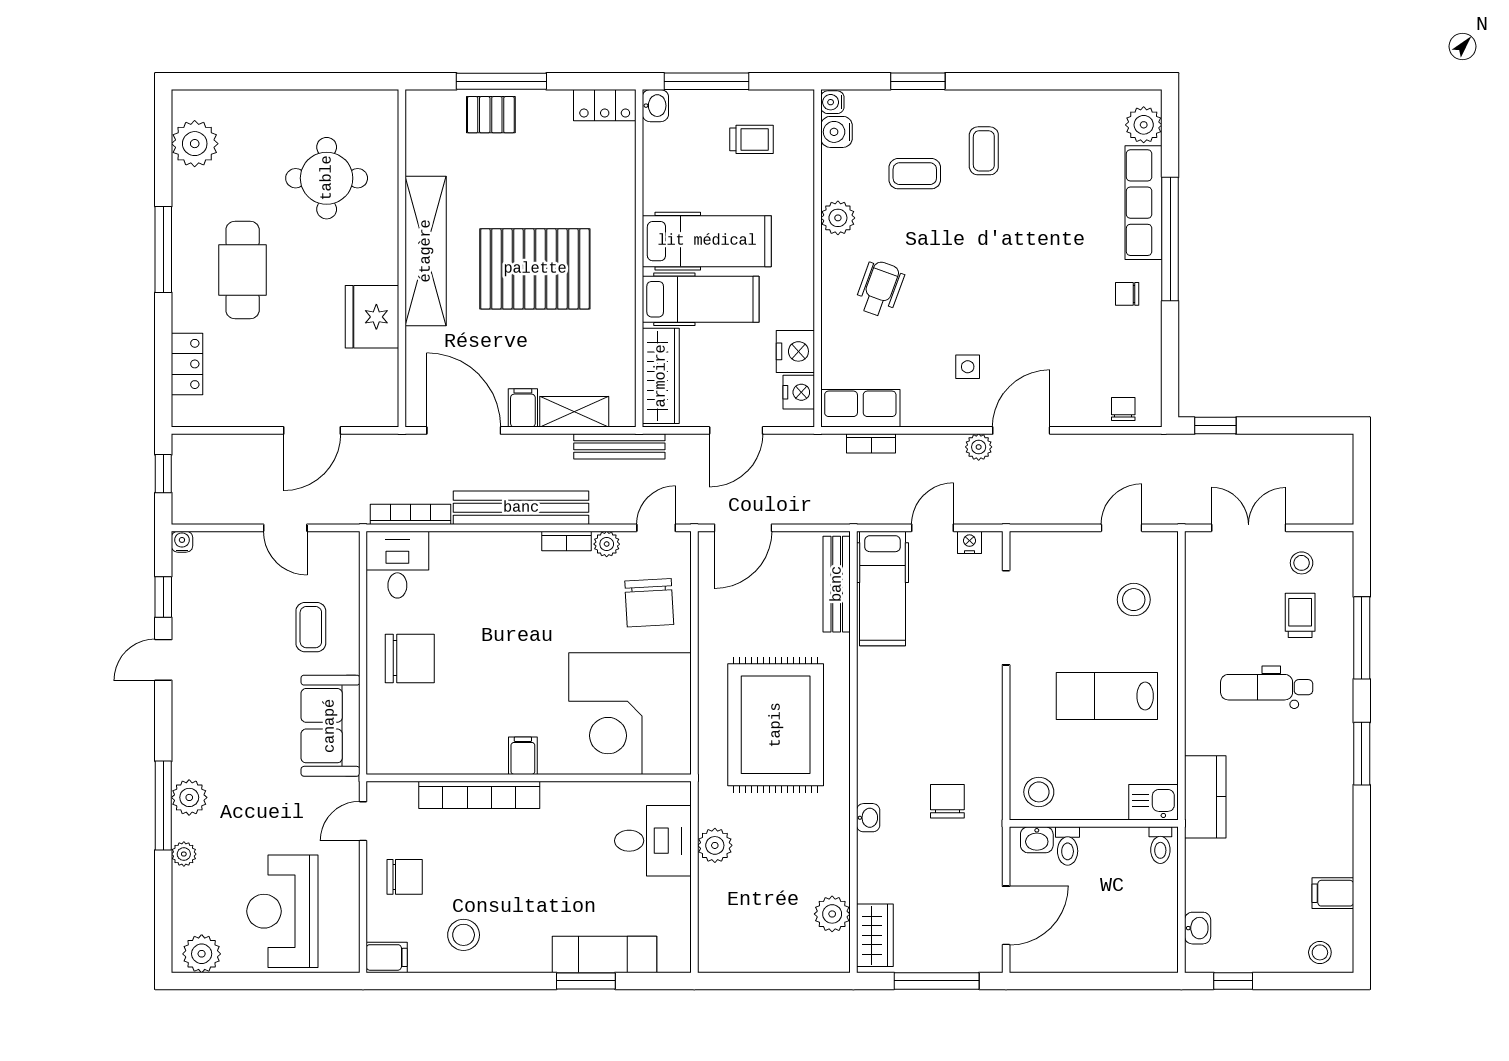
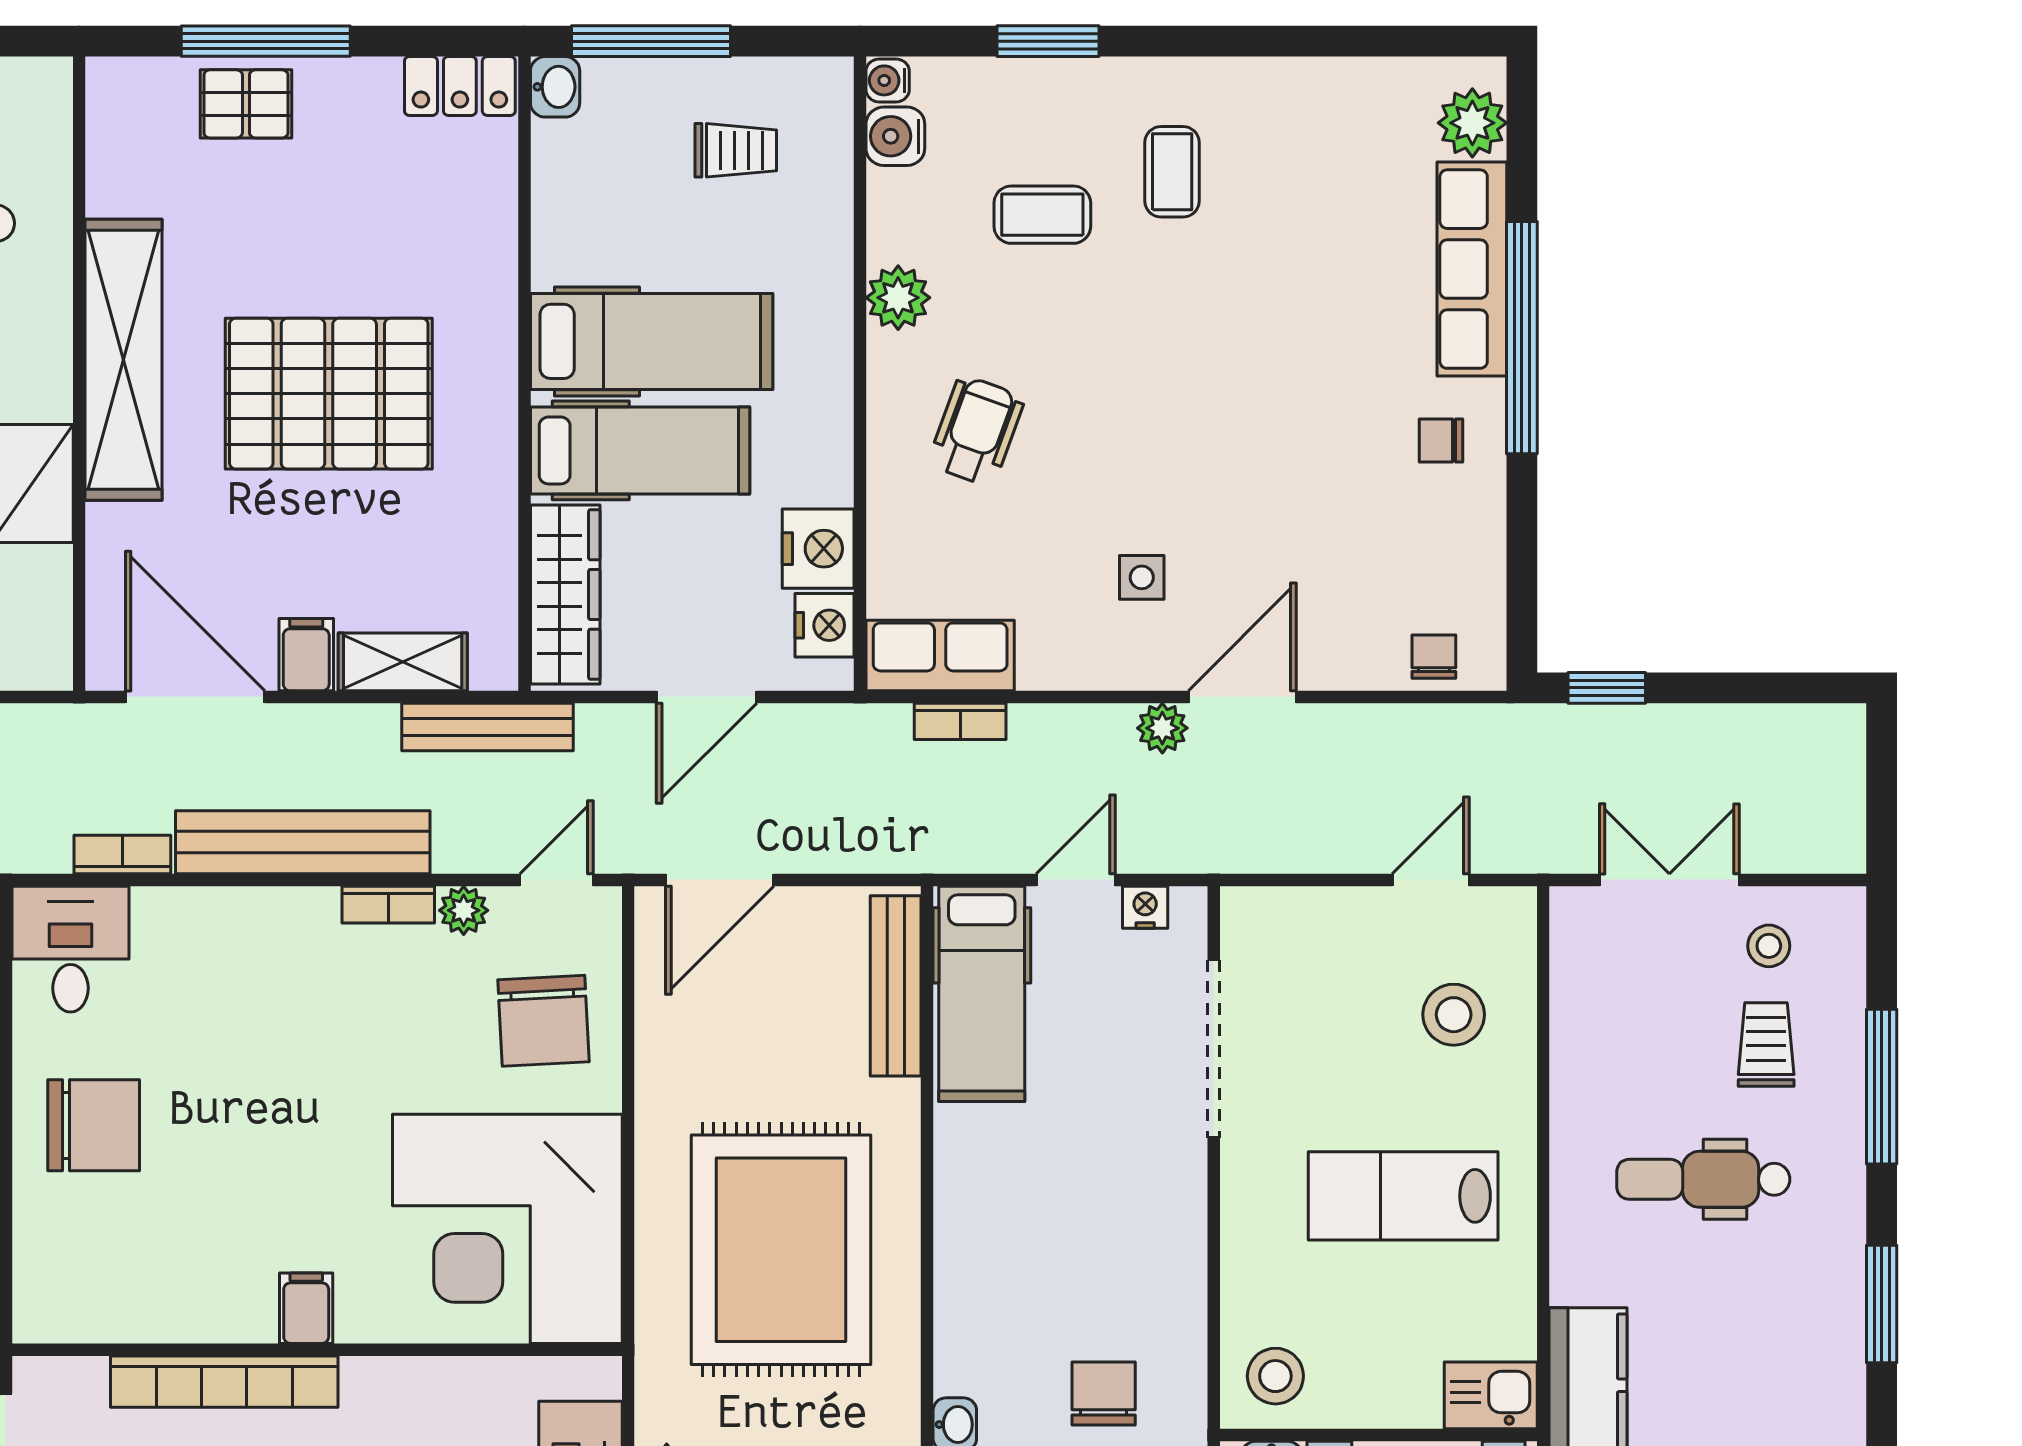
bookcase: (411, 514) -> (122, 855), width x0.64

